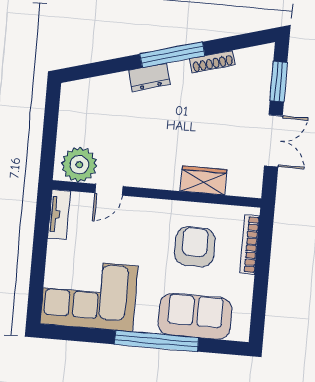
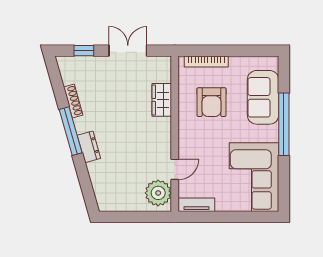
window: (279, 82) -> (84, 51), width x0.67
door: (109, 190) -> (175, 169), hinge flipped
armchair: (195, 247) -> (211, 102), turned -90

